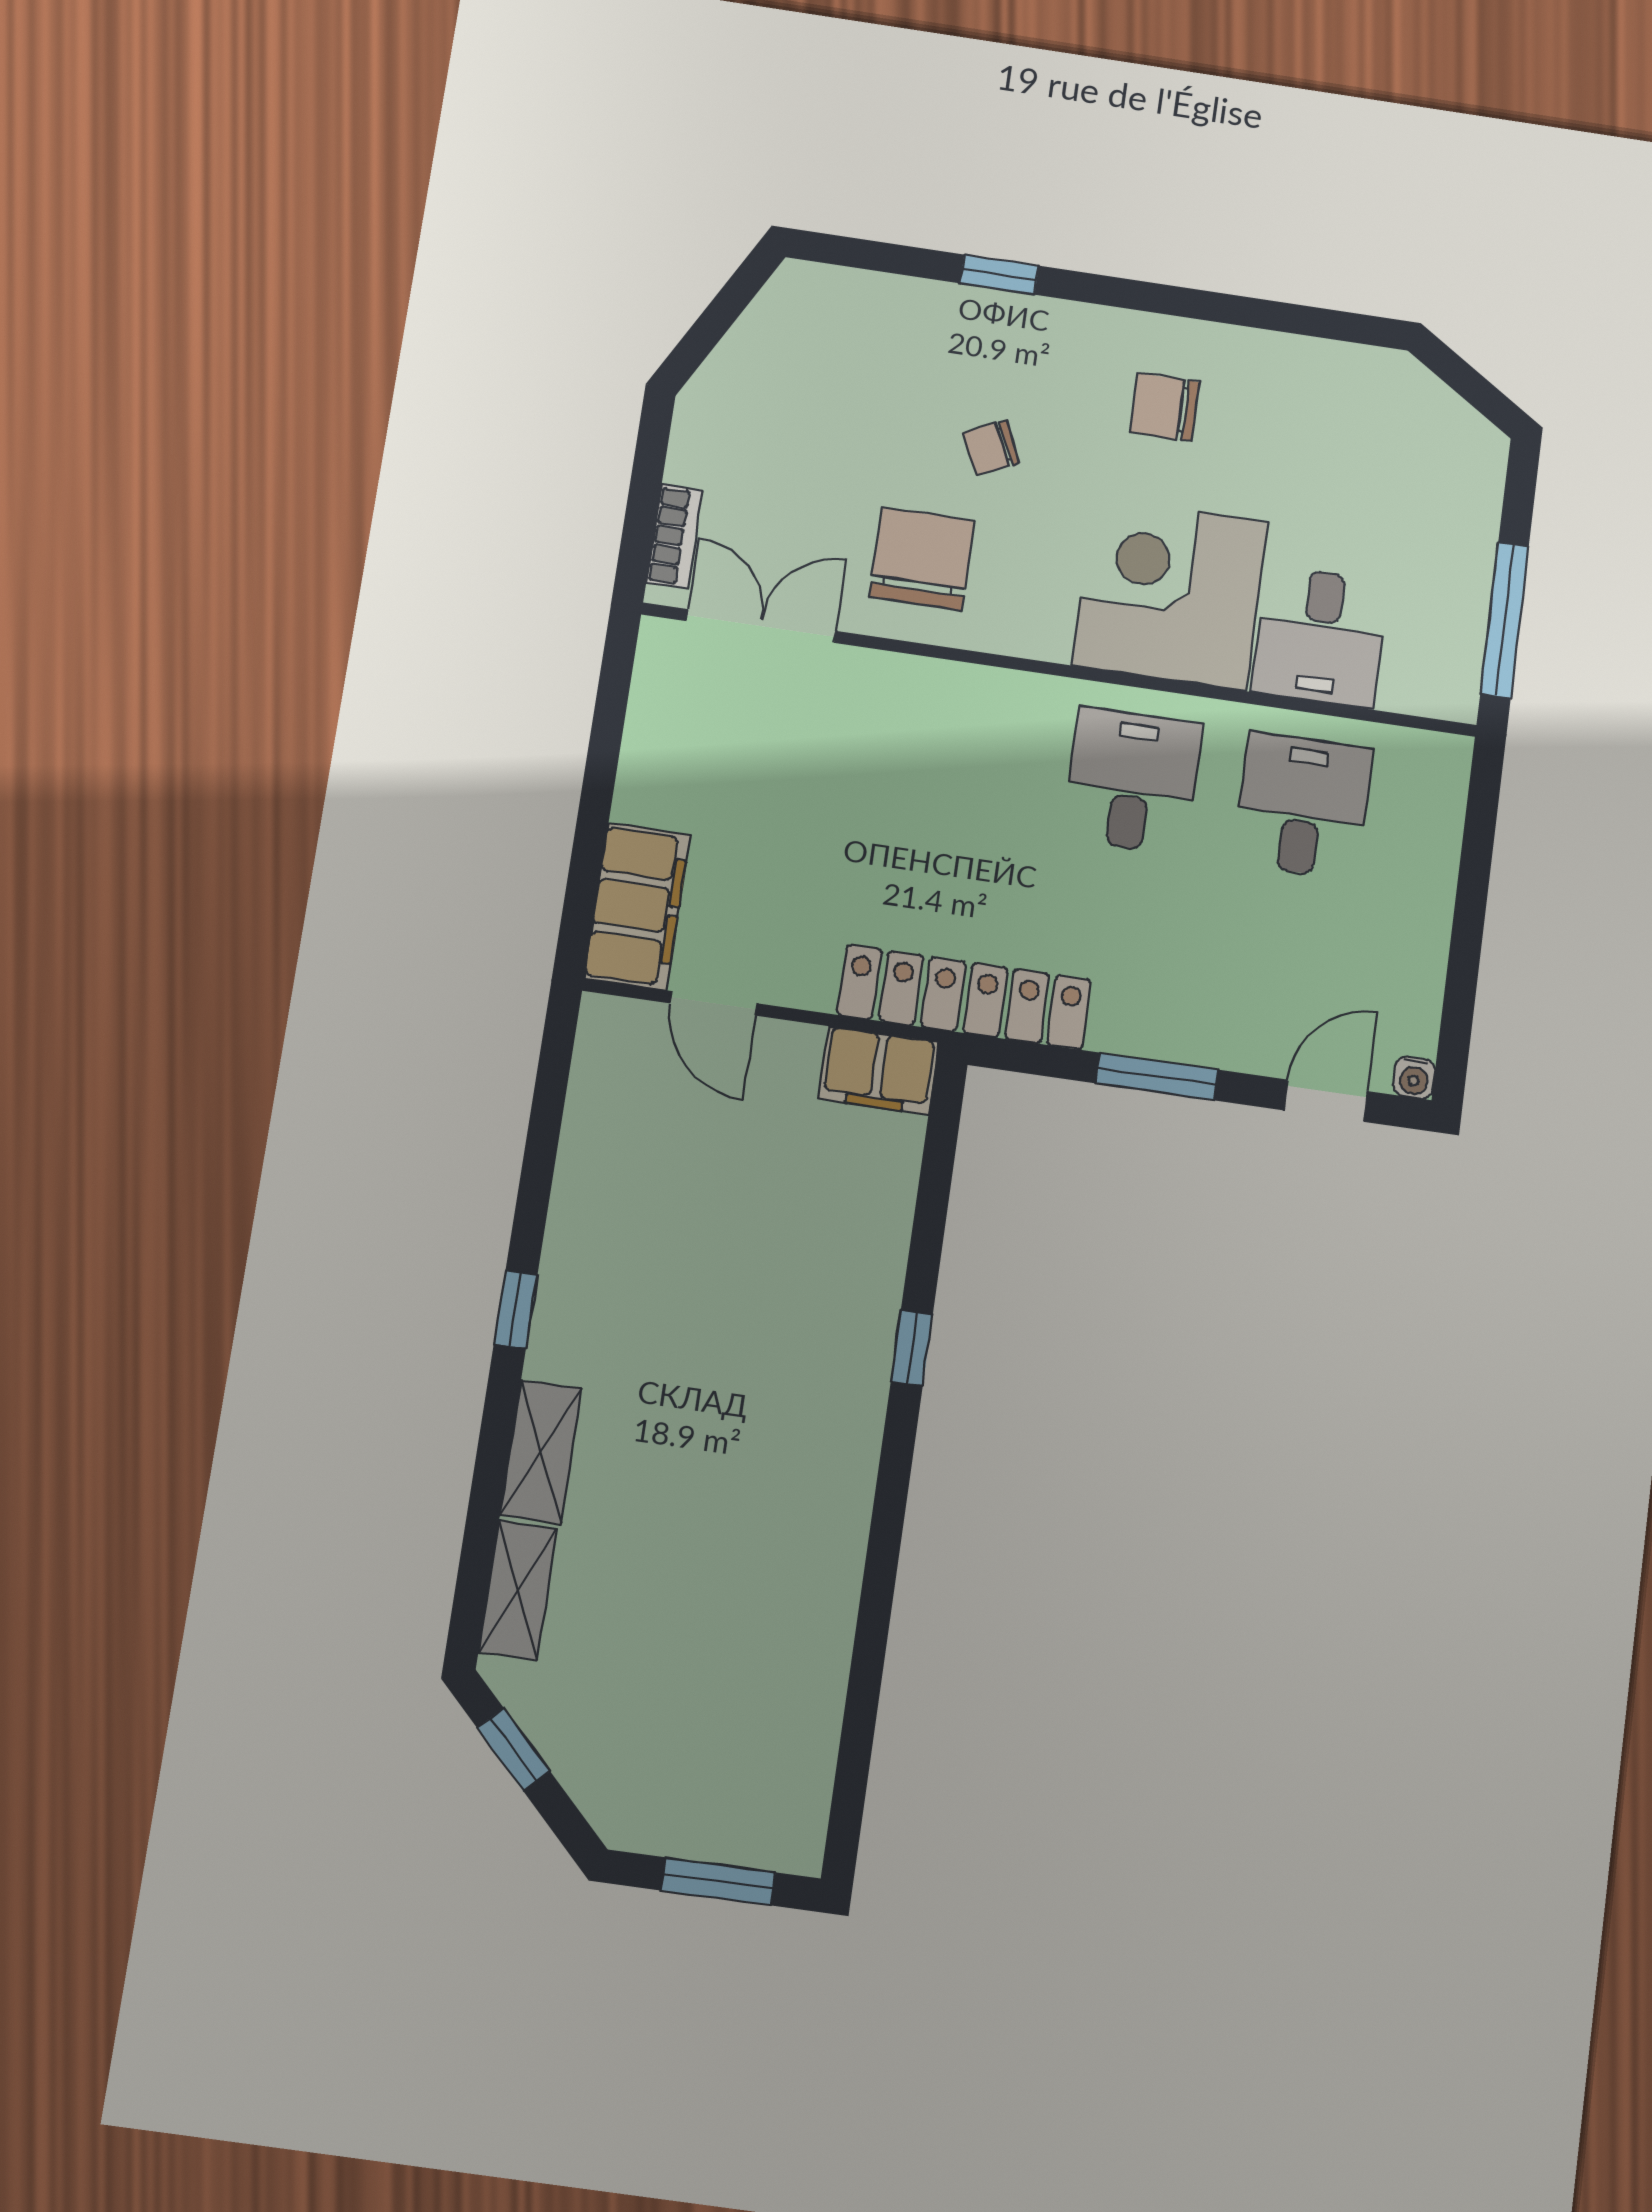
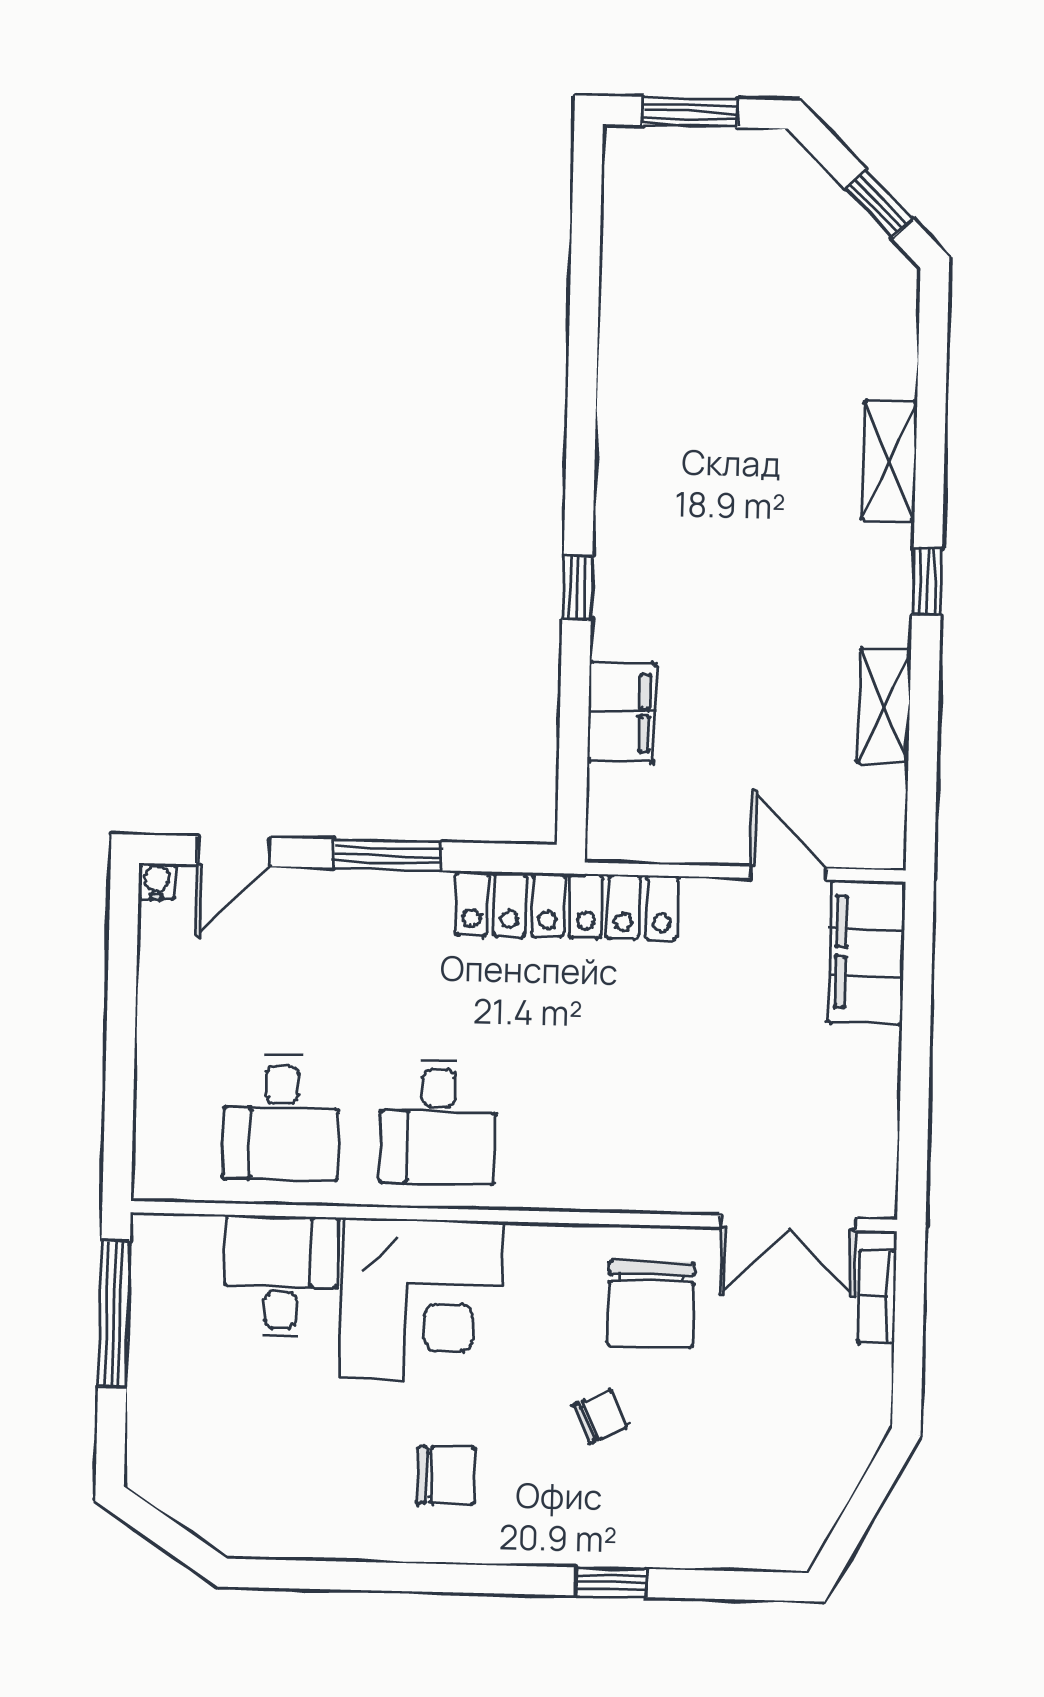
filing cabinet: (879, 1070) -> (621, 712), moved, turned 90
shelving: (518, 1590) -> (884, 706), moved

